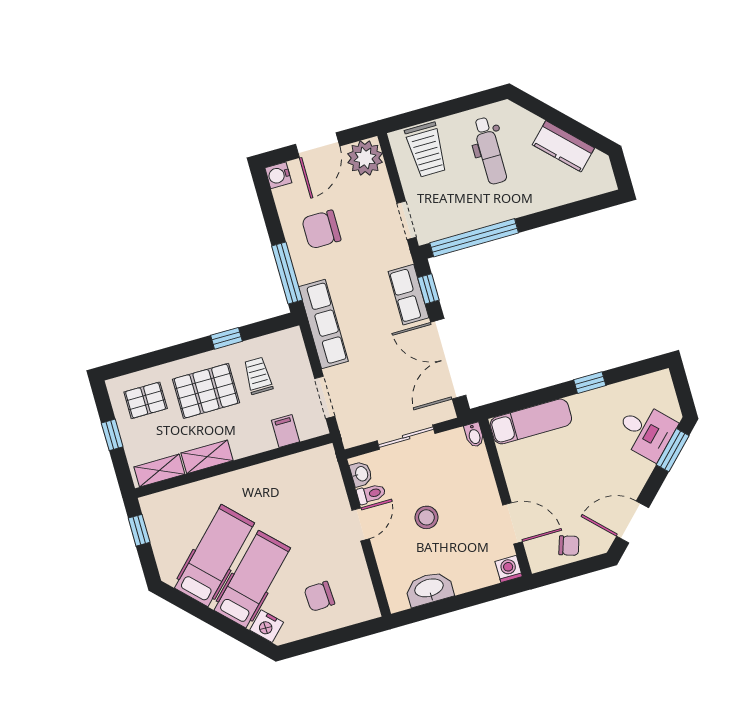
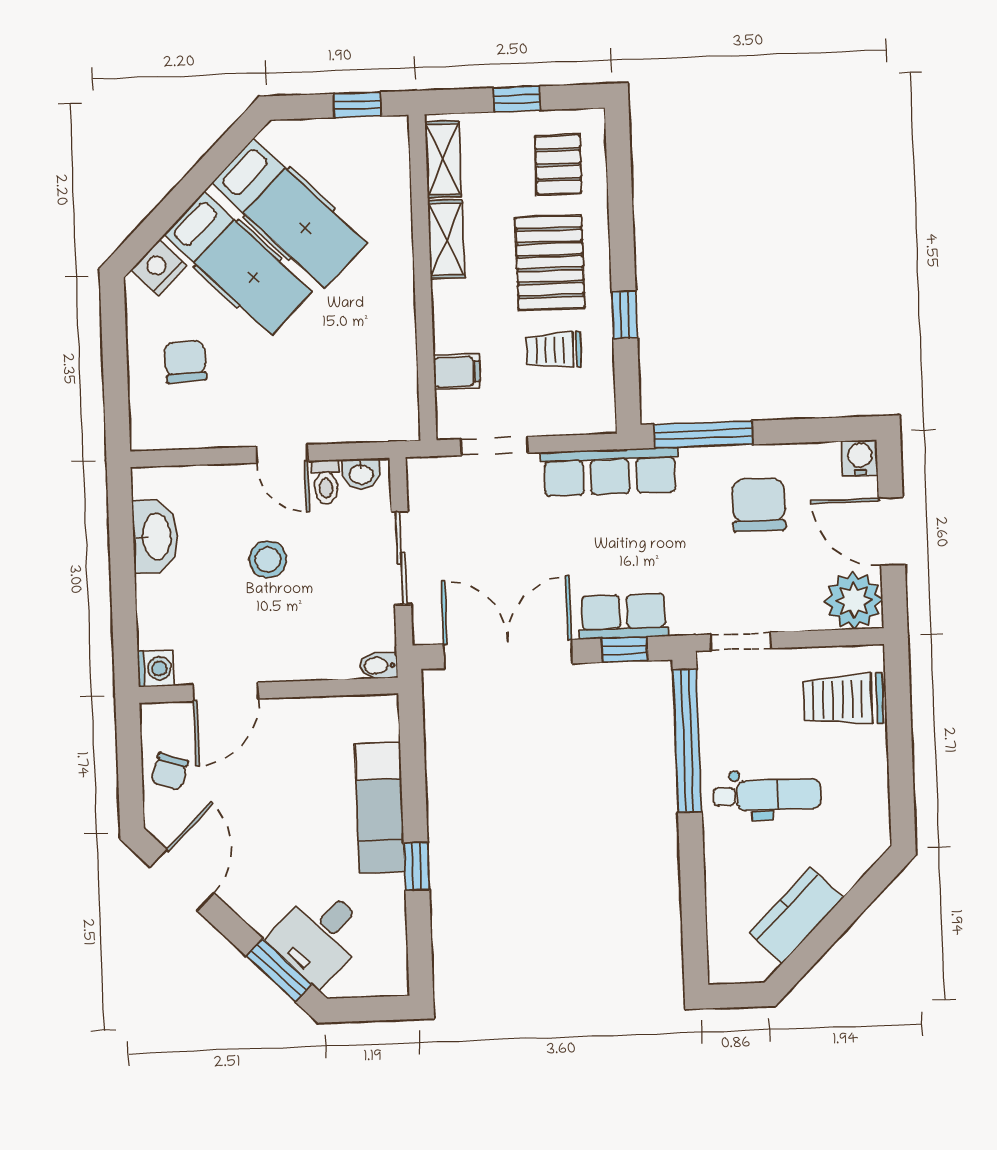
dental chair: (490, 151) -> (767, 795), moved, turned 180
trolley: (258, 376) -> (554, 350), turned 180
exam couch: (531, 421) -> (380, 808), moved

